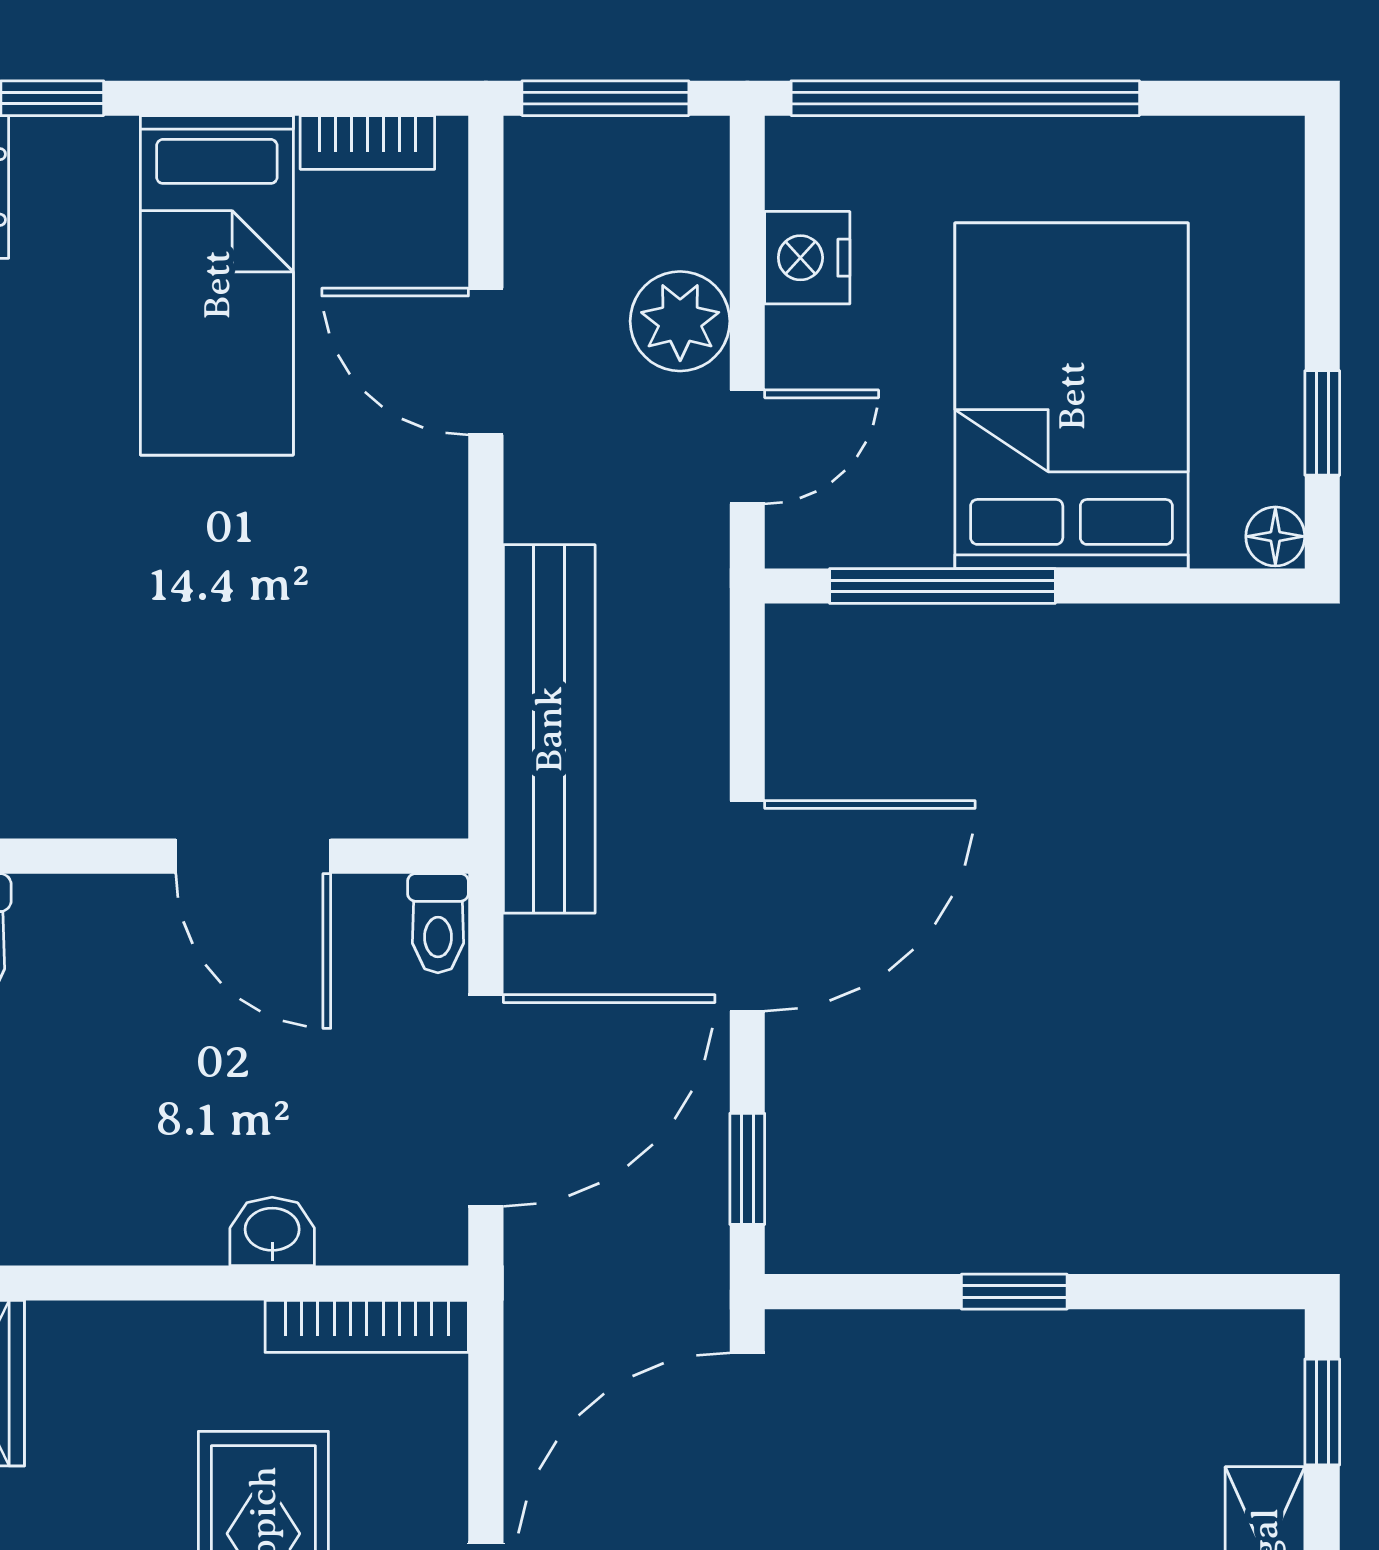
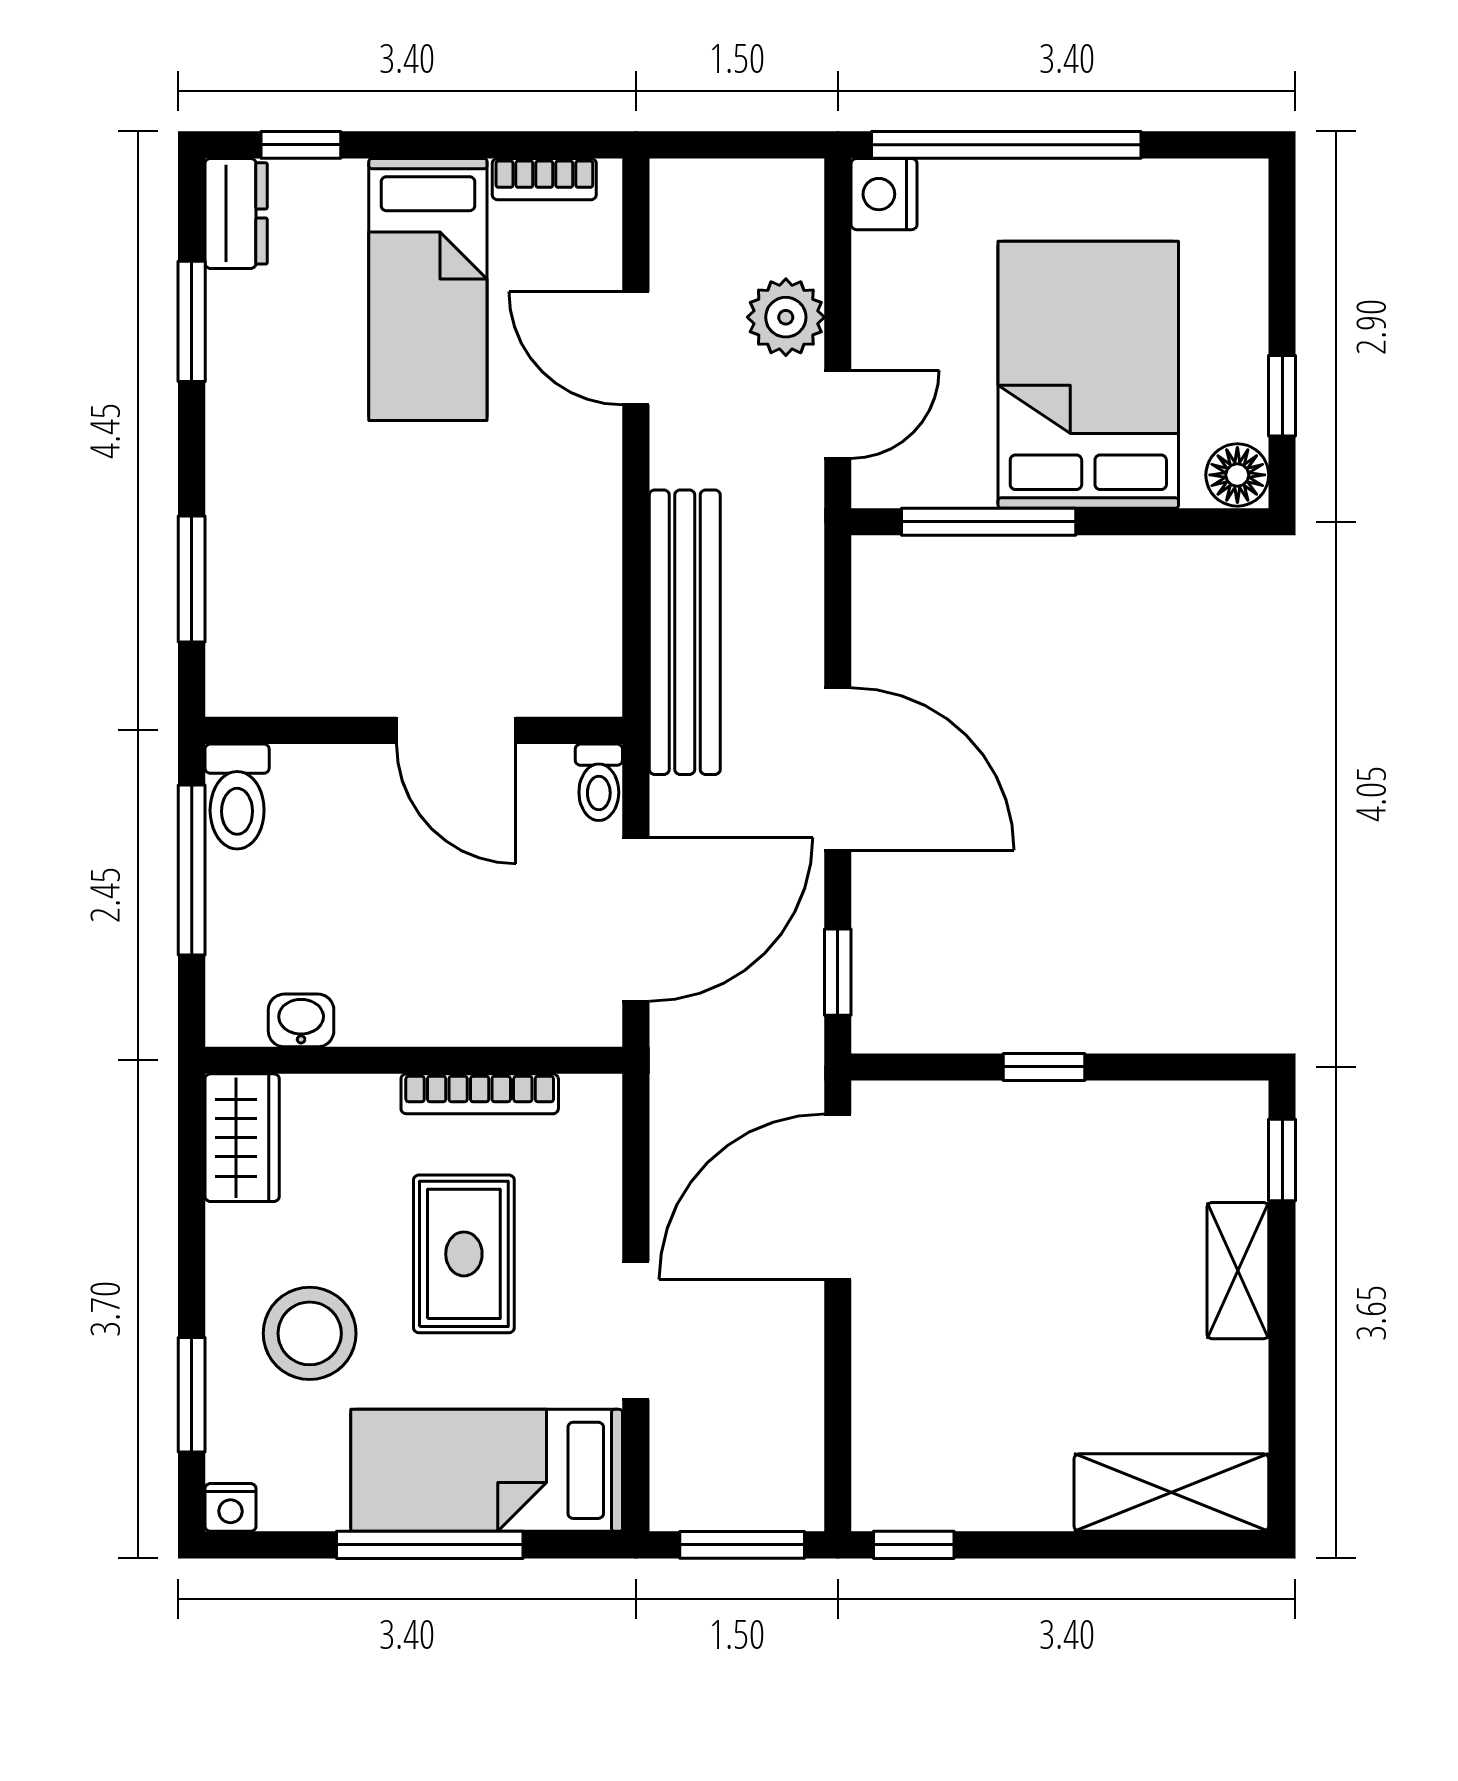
window: (605, 98) -> (728, 145), removed
nightstand: (807, 258) -> (884, 194), moved
floor lamp: (1275, 536) -> (1237, 475), width x1.37, depth x1.37
door: (747, 906) -> (838, 769), hinge flipped
washbasin: (272, 1231) -> (301, 1020), moved
bookcase: (367, 1326) -> (480, 1094), moved

